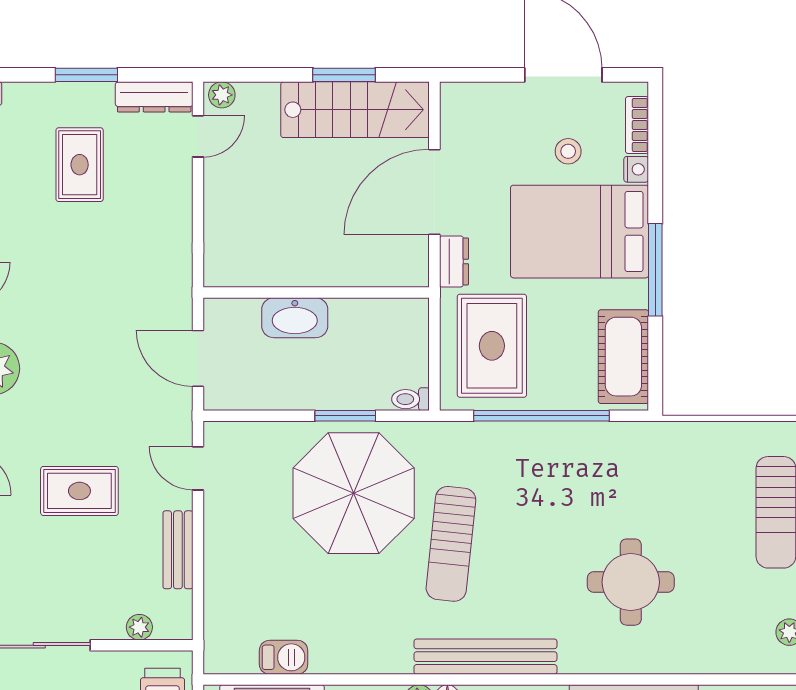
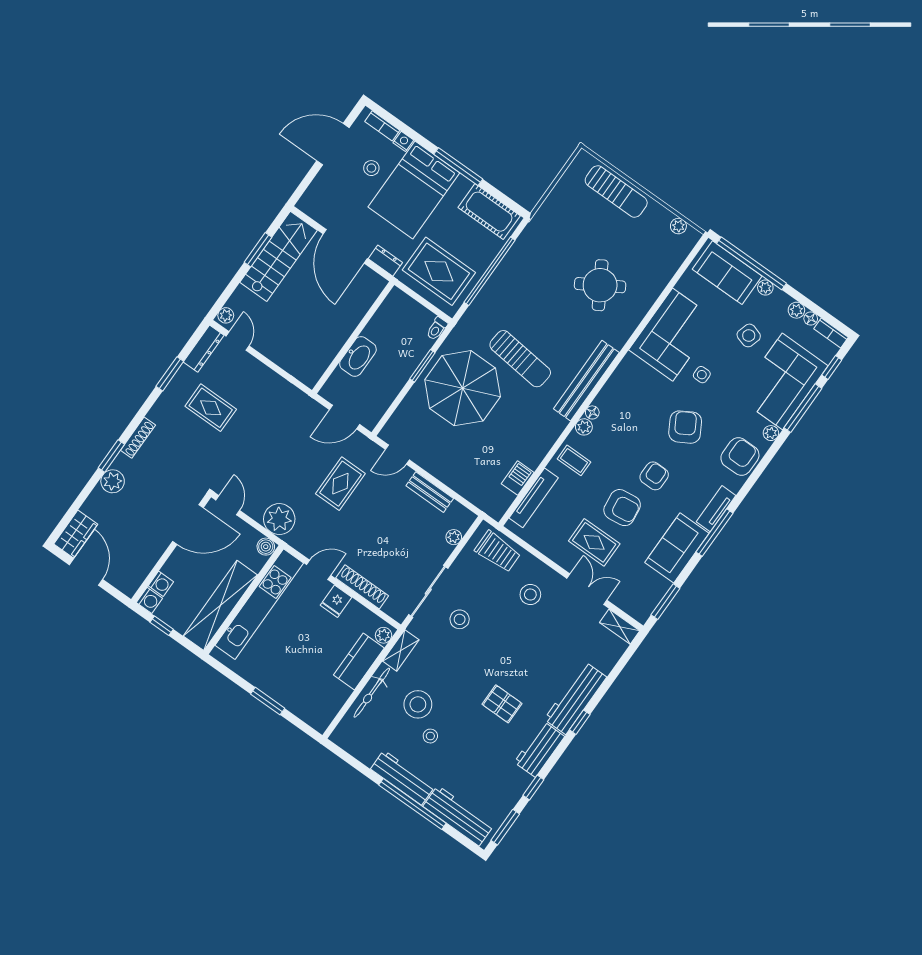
rug: (79, 491) -> (340, 484), moved
round table: (631, 582) -> (600, 285), turned -31

